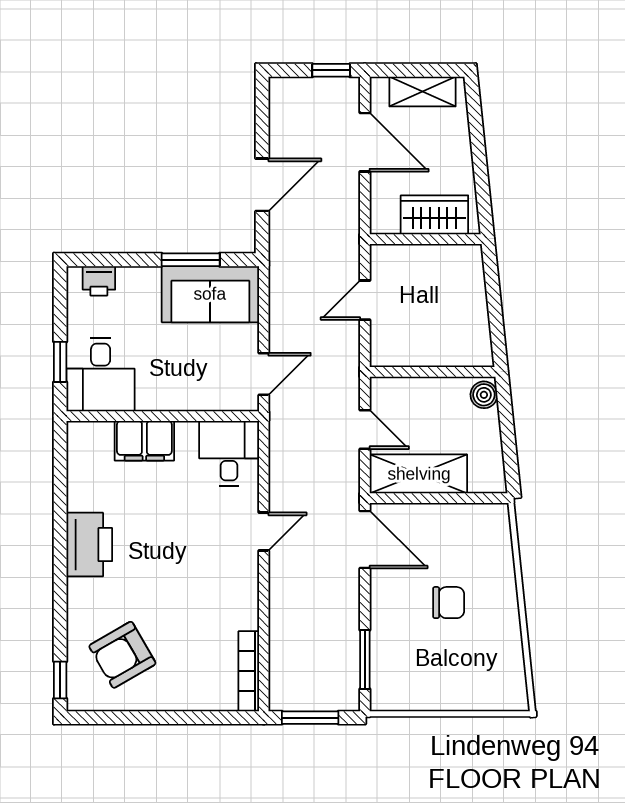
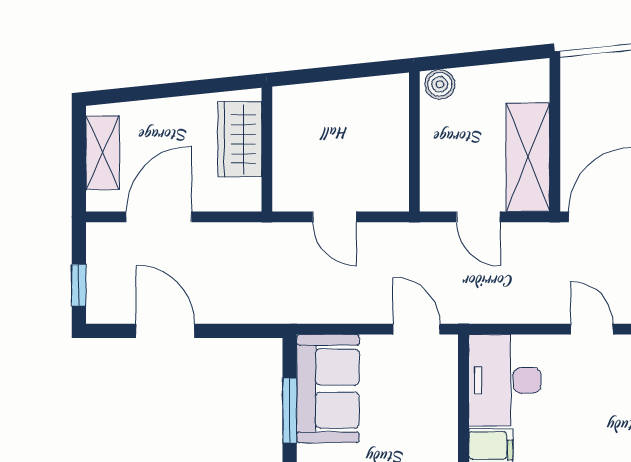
window: (331, 70) -> (79, 285), moved
door: (262, 185) -> (165, 331), moved
door: (365, 429) -> (478, 217), swing flipped
desk: (229, 453) -> (505, 380), width x1.37

